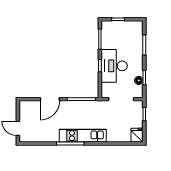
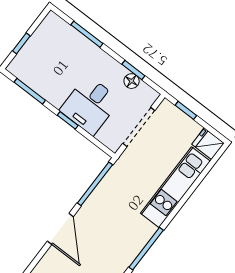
desk: (114, 66) -> (90, 105), width x0.73
kitchen unit: (83, 136) -> (175, 187), moved

